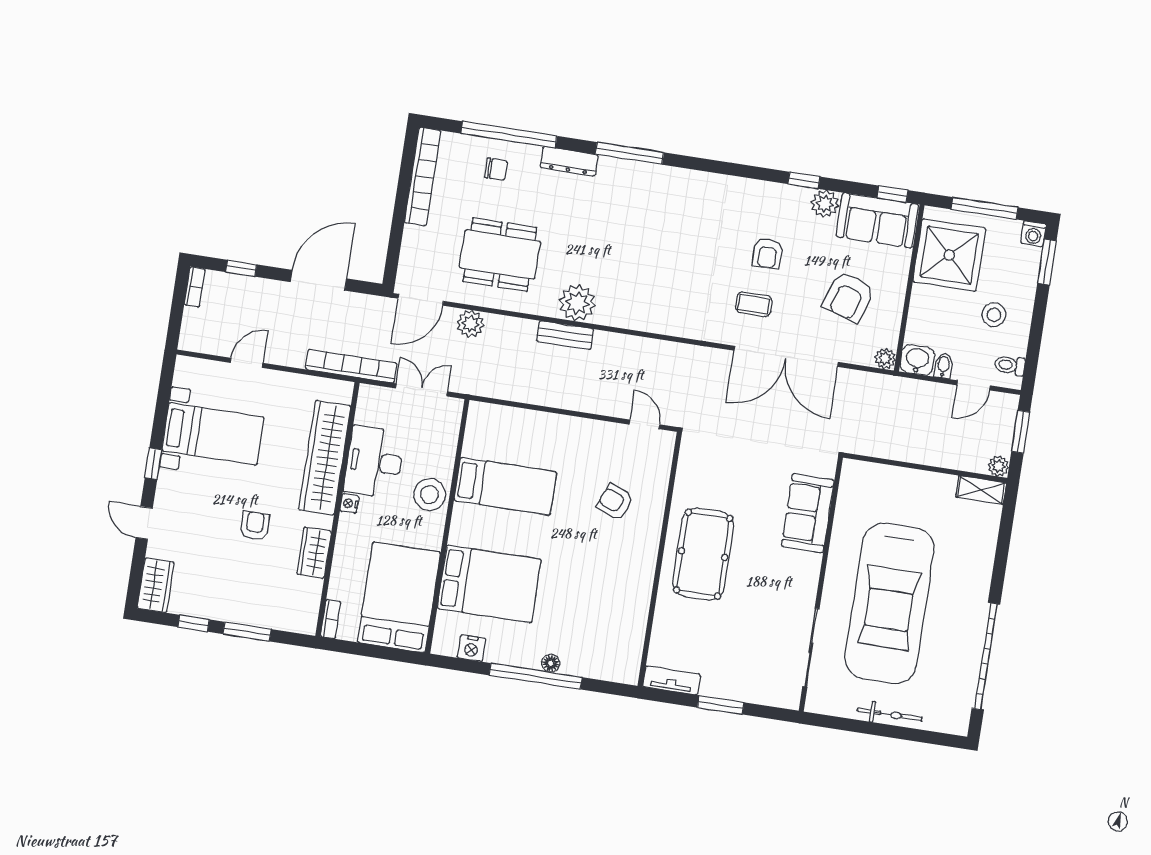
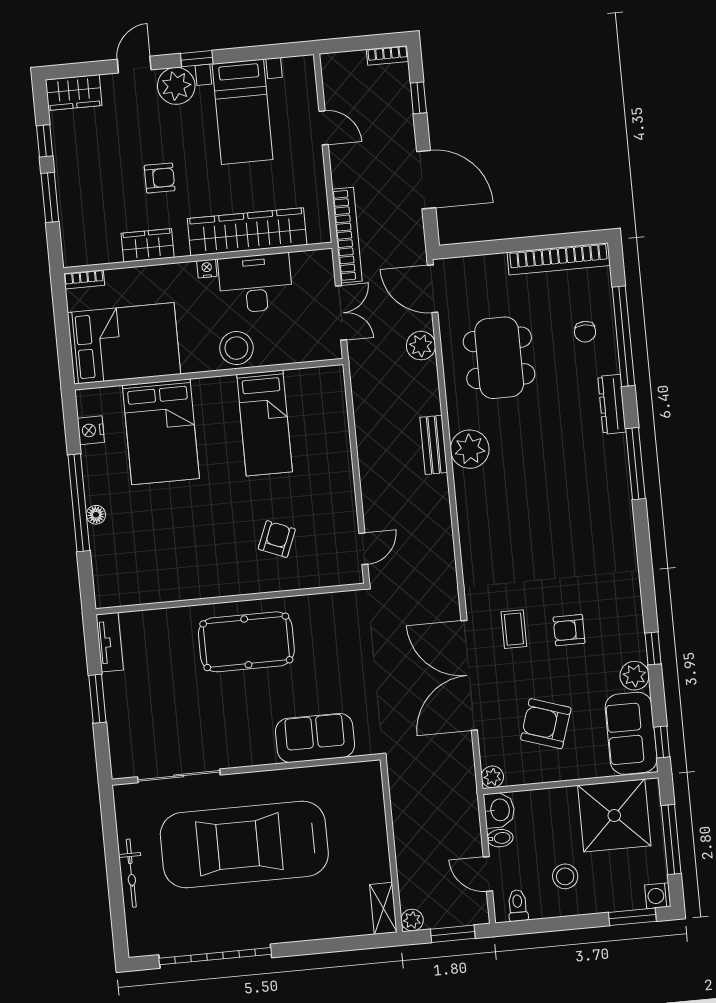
plant: (174, 489) -> (176, 86), added

